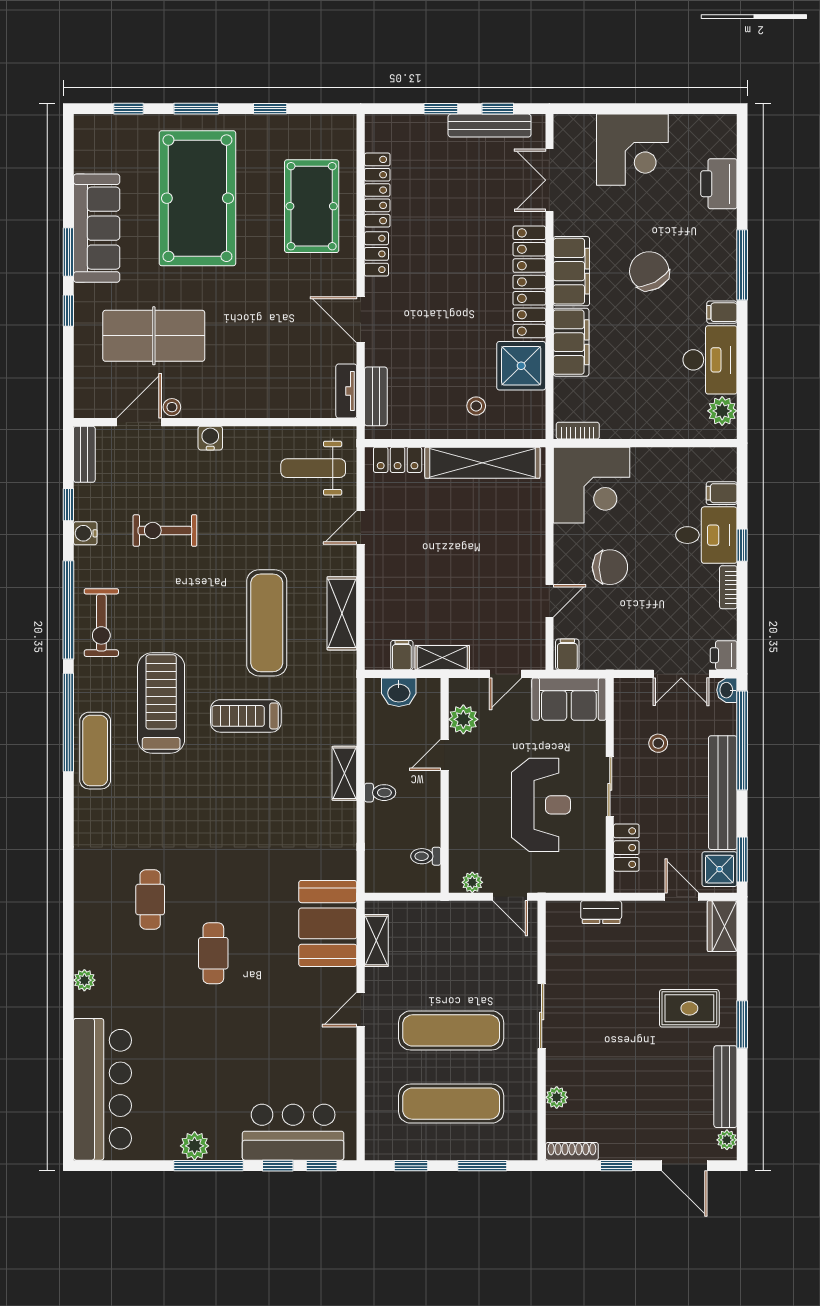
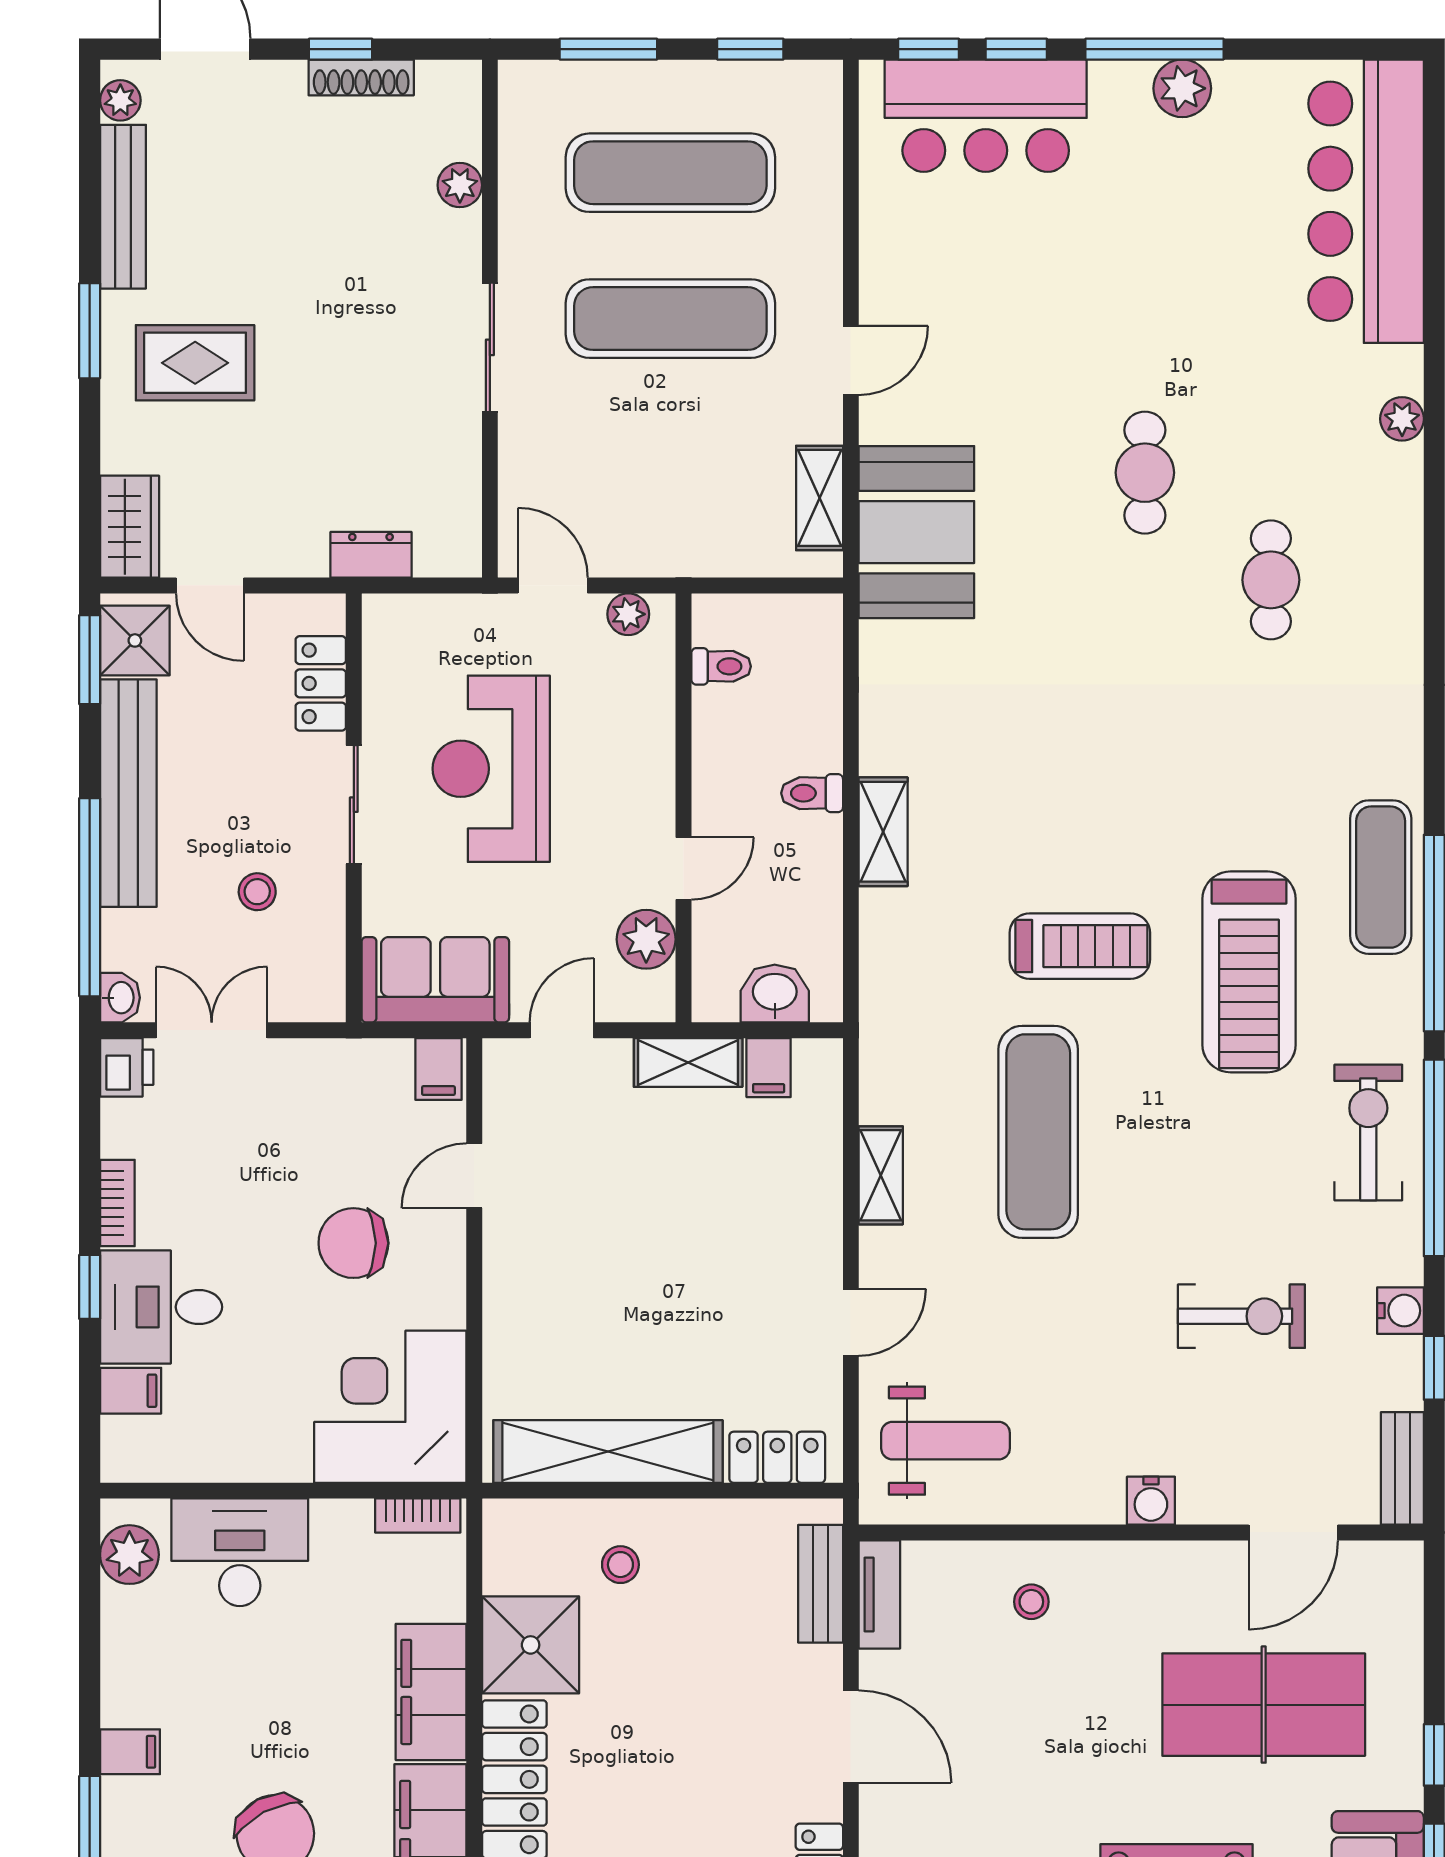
desk: (710, 360) -> (240, 1552), moved, turned 90
stool: (172, 407) -> (1031, 1602), moved
shelving: (342, 613) -> (881, 1175), width x0.67, depth x0.75
shoe rack: (572, 1151) -> (361, 77), moved

